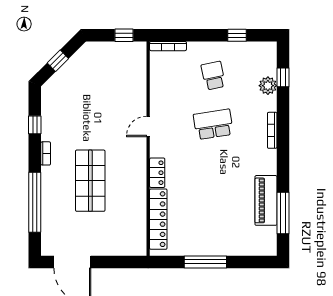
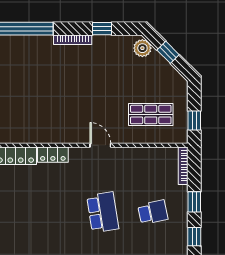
window: (203, 35) -> (194, 202), added
plant: (54, 86) -> (142, 48), added
bookcase: (46, 153) -> (73, 40), width x1.56
shop shelf: (90, 181) -> (151, 115), moved, width x0.70, depth x0.74

